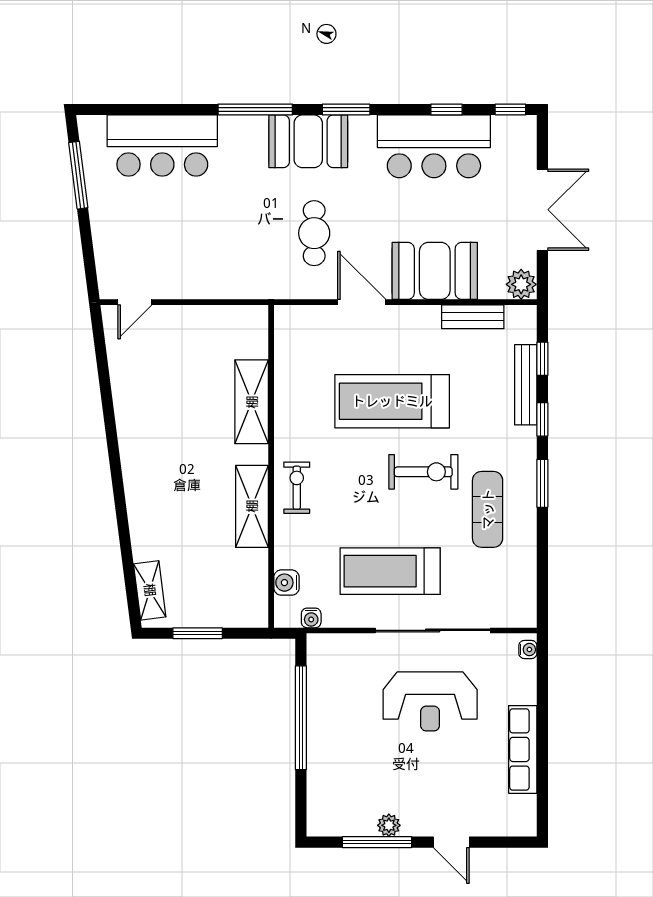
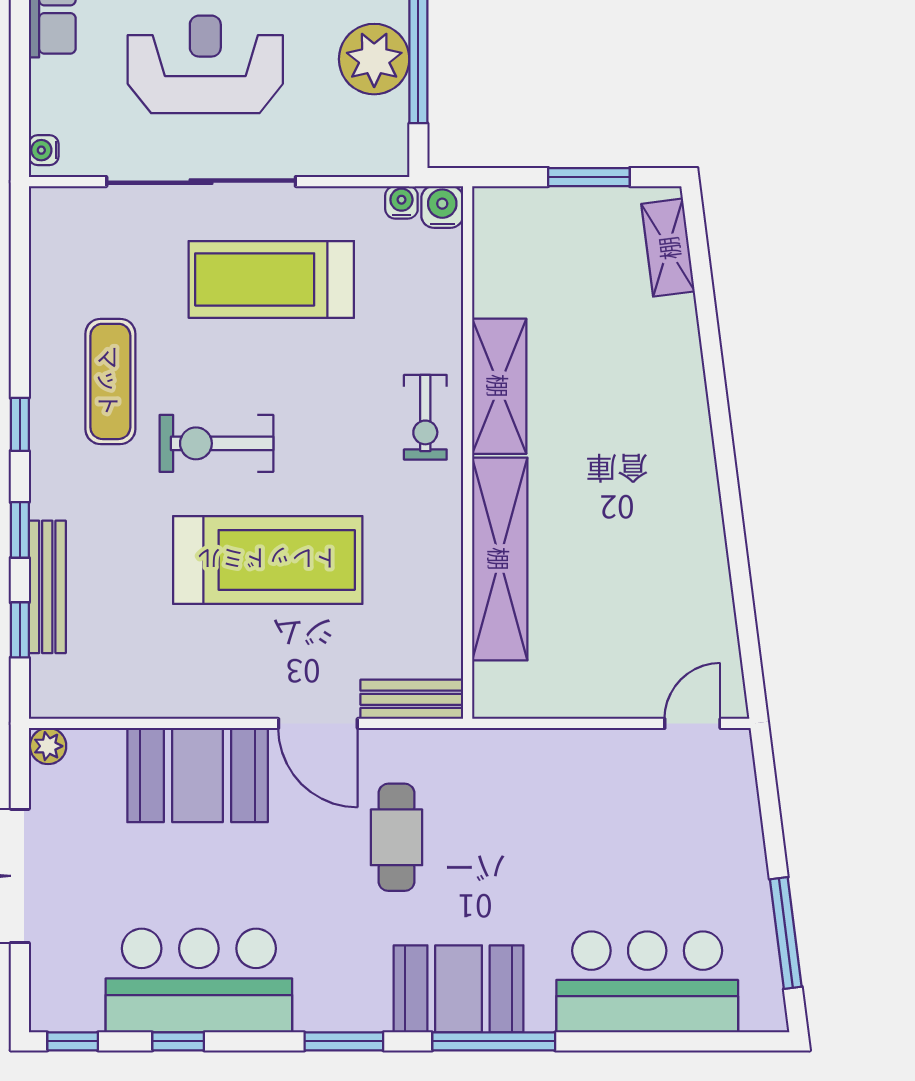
booth: (308, 141) -> (459, 989), moved
plant: (521, 284) -> (48, 746), width x0.73, depth x0.73
bench: (473, 317) -> (412, 699), moved
shelving: (252, 402) -> (500, 559), width x1.47
window: (542, 483) -> (20, 424), width x0.67
treadmill: (390, 571) -> (271, 279), turned 180
water cooler: (286, 583) -> (442, 207), moved, turned -90
plant: (328, 705) -> (374, 59), added

